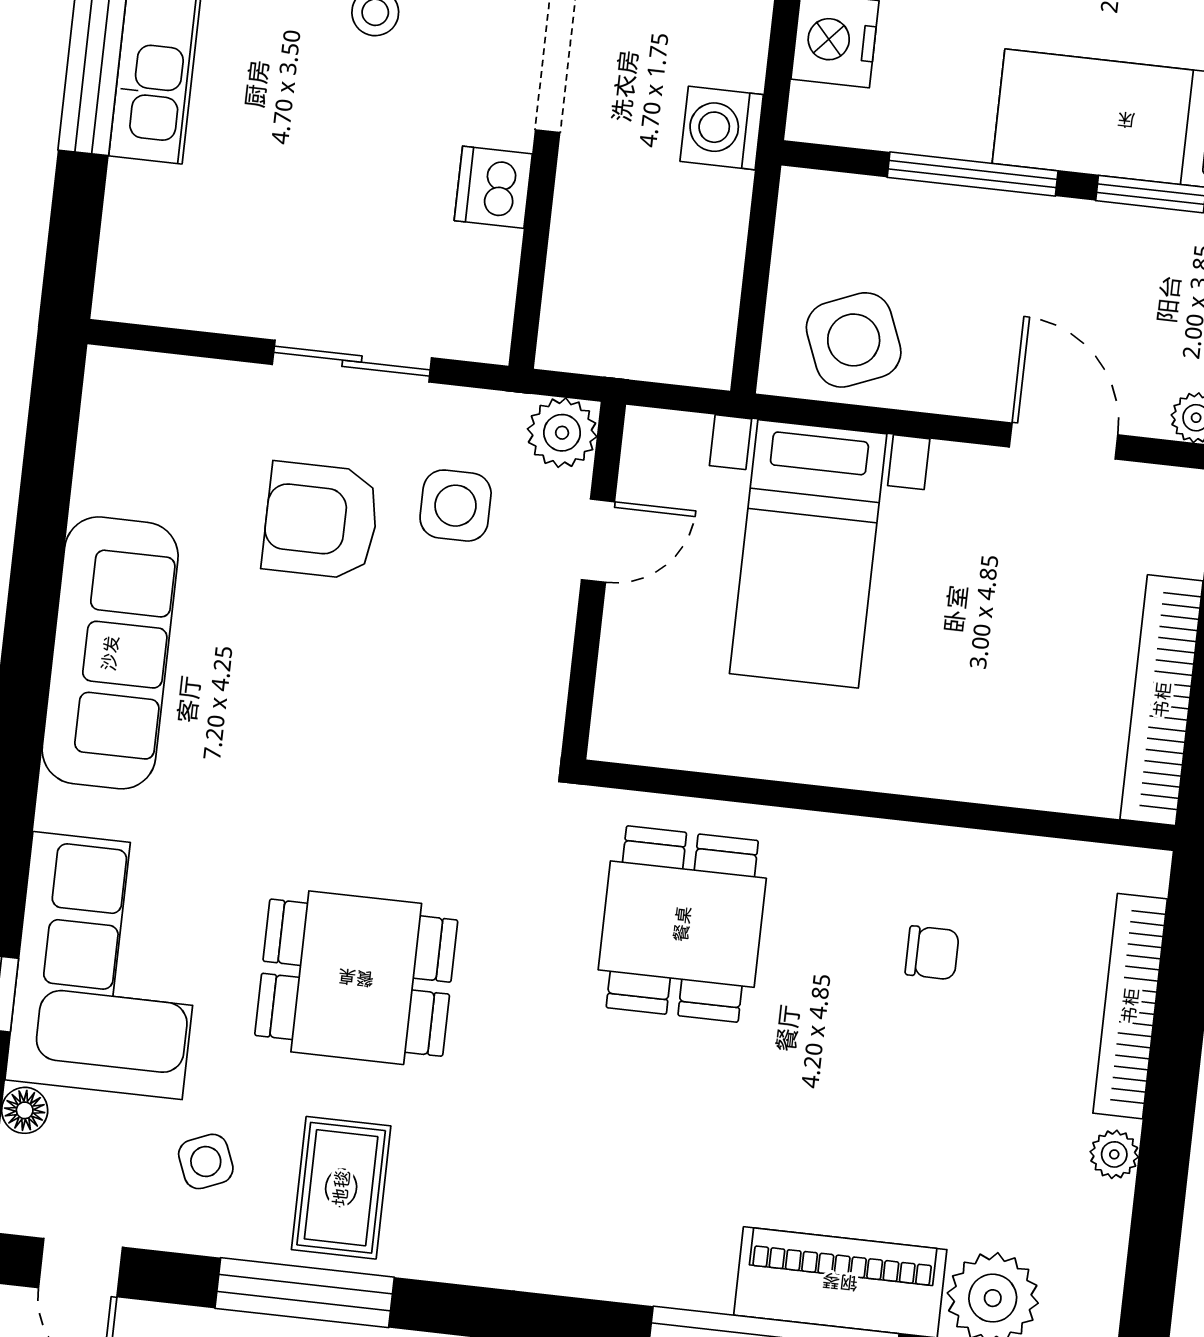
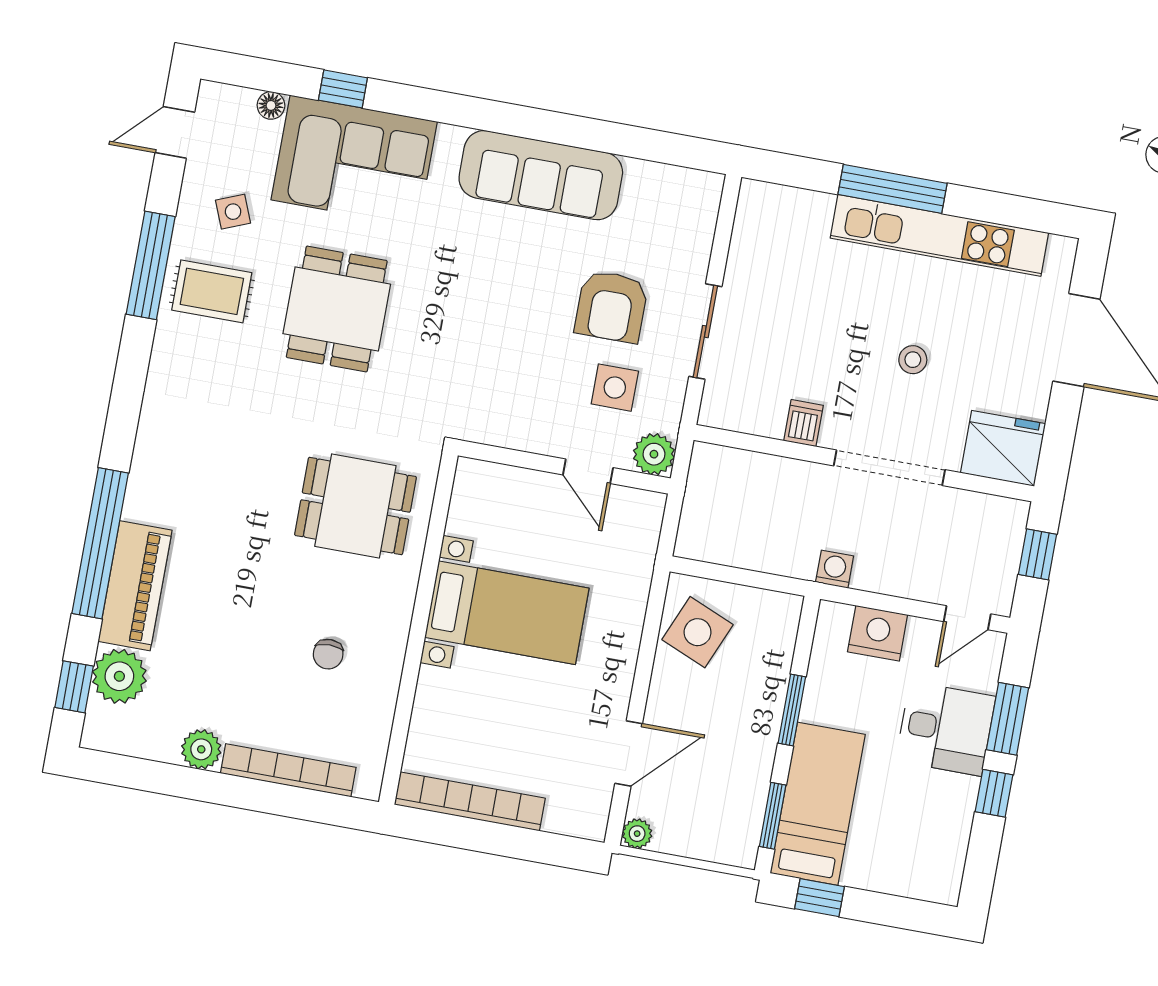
washing machine: (722, 128) -> (835, 569), width x0.73, depth x0.73
window: (973, 174) -> (792, 710), width x0.69
dishwasher: (493, 187) -> (803, 423), width x0.73
side table: (854, 340) -> (698, 632), turned 45
armchair: (321, 521) -> (611, 306), turned 180
bed with nightstands: (808, 554) -> (507, 613), moved, turned 180
plant: (1114, 1154) -> (201, 749), width x1.38, depth x1.38

